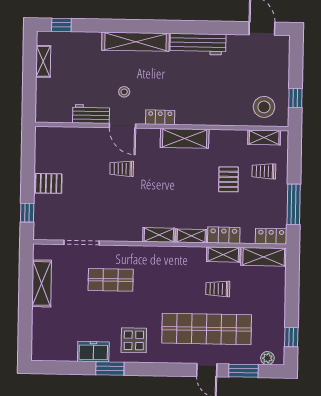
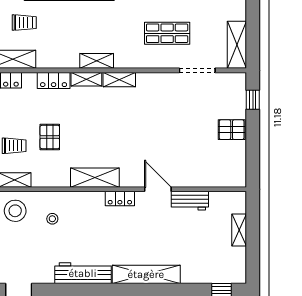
shelving: (43, 61) -> (239, 230), moved
stool: (124, 92) -> (52, 219), moved
trolley: (122, 169) -> (158, 146), removed
shelving: (223, 255) -> (97, 61), moved
shelving: (42, 283) -> (237, 45), moved
trolley: (218, 289) -> (24, 23), moved

